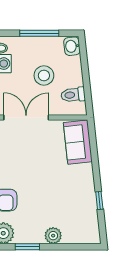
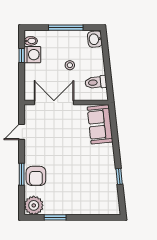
stool: (44, 75) -> (70, 65), width x0.53, depth x0.53
plant: (53, 236) -> (78, 208), removed

